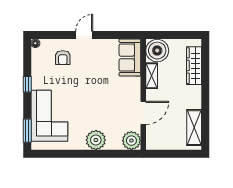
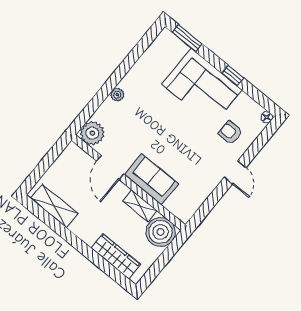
sofa: (130, 57) -> (151, 179), moved
corner sofa: (49, 116) -> (202, 87), moved
plant: (96, 140) -> (117, 95), width x0.53, depth x0.53

